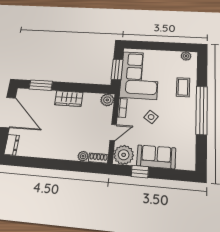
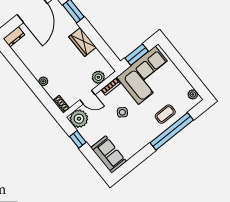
plant: (107, 100) -> (98, 77), moved
window: (202, 110) -> (172, 131), moved
plant: (83, 156) -> (43, 81), moved
sofa: (156, 157) -> (109, 155), moved

